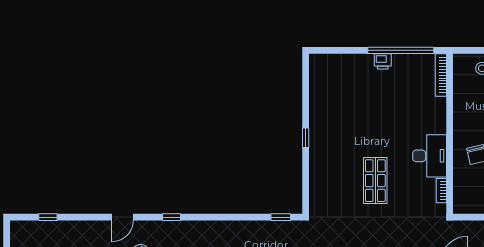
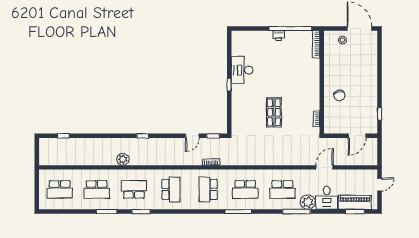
desk: (430, 156) -> (242, 70), moved, turned 180
door: (123, 217) -> (192, 136), moved

